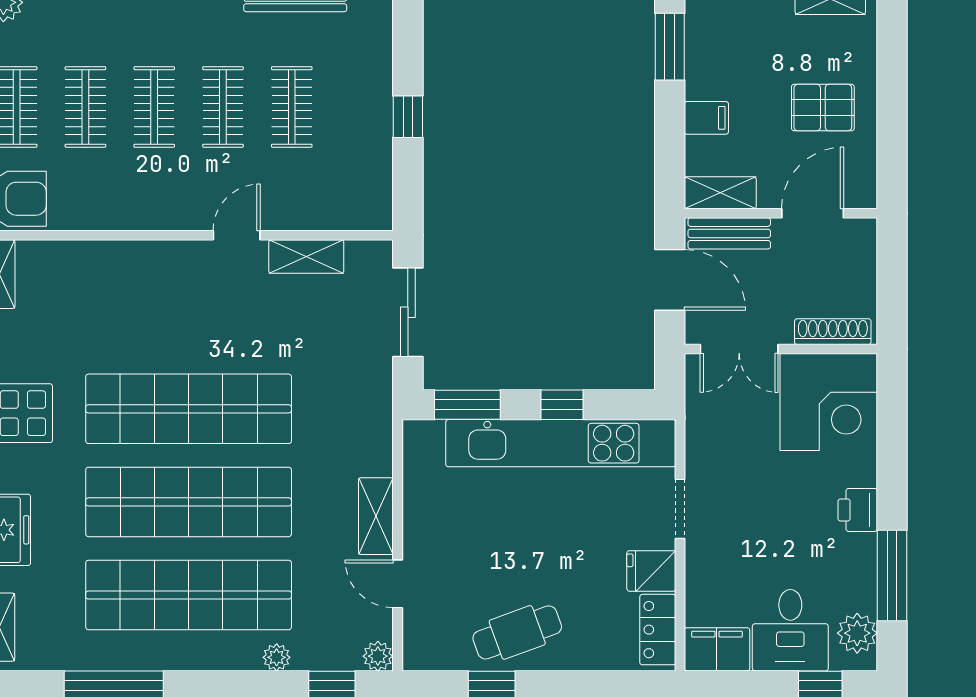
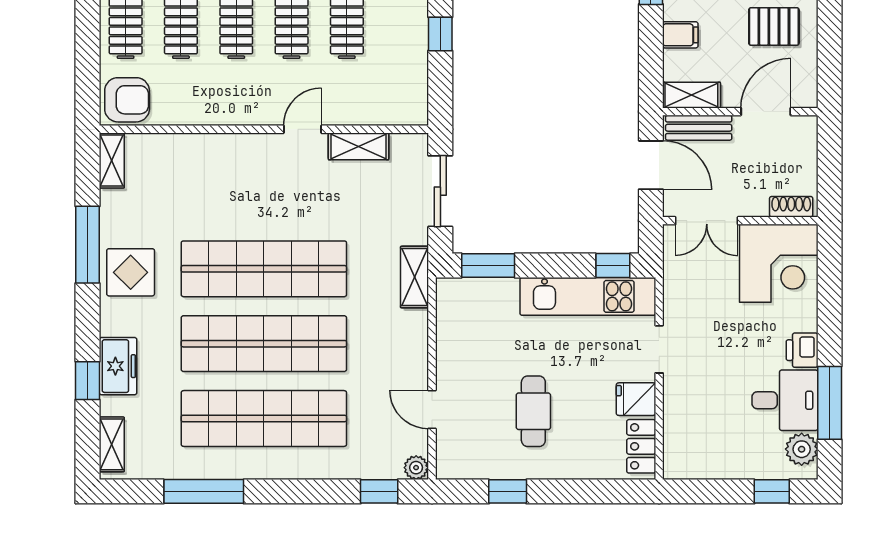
shoe rack: (833, 332) -> (791, 207), width x0.70
window: (562, 405) -> (613, 266), moved
kitchen unit: (561, 443) -> (588, 296), width x0.73
shelving: (376, 516) -> (415, 277), moved
desk: (790, 630) -> (785, 400), moved, turned -90
cafe table: (517, 632) -> (533, 411), moved, turned -70
filing cabinet: (717, 649) -> (689, 462), removed
plant: (277, 657) -> (335, 469), removed

